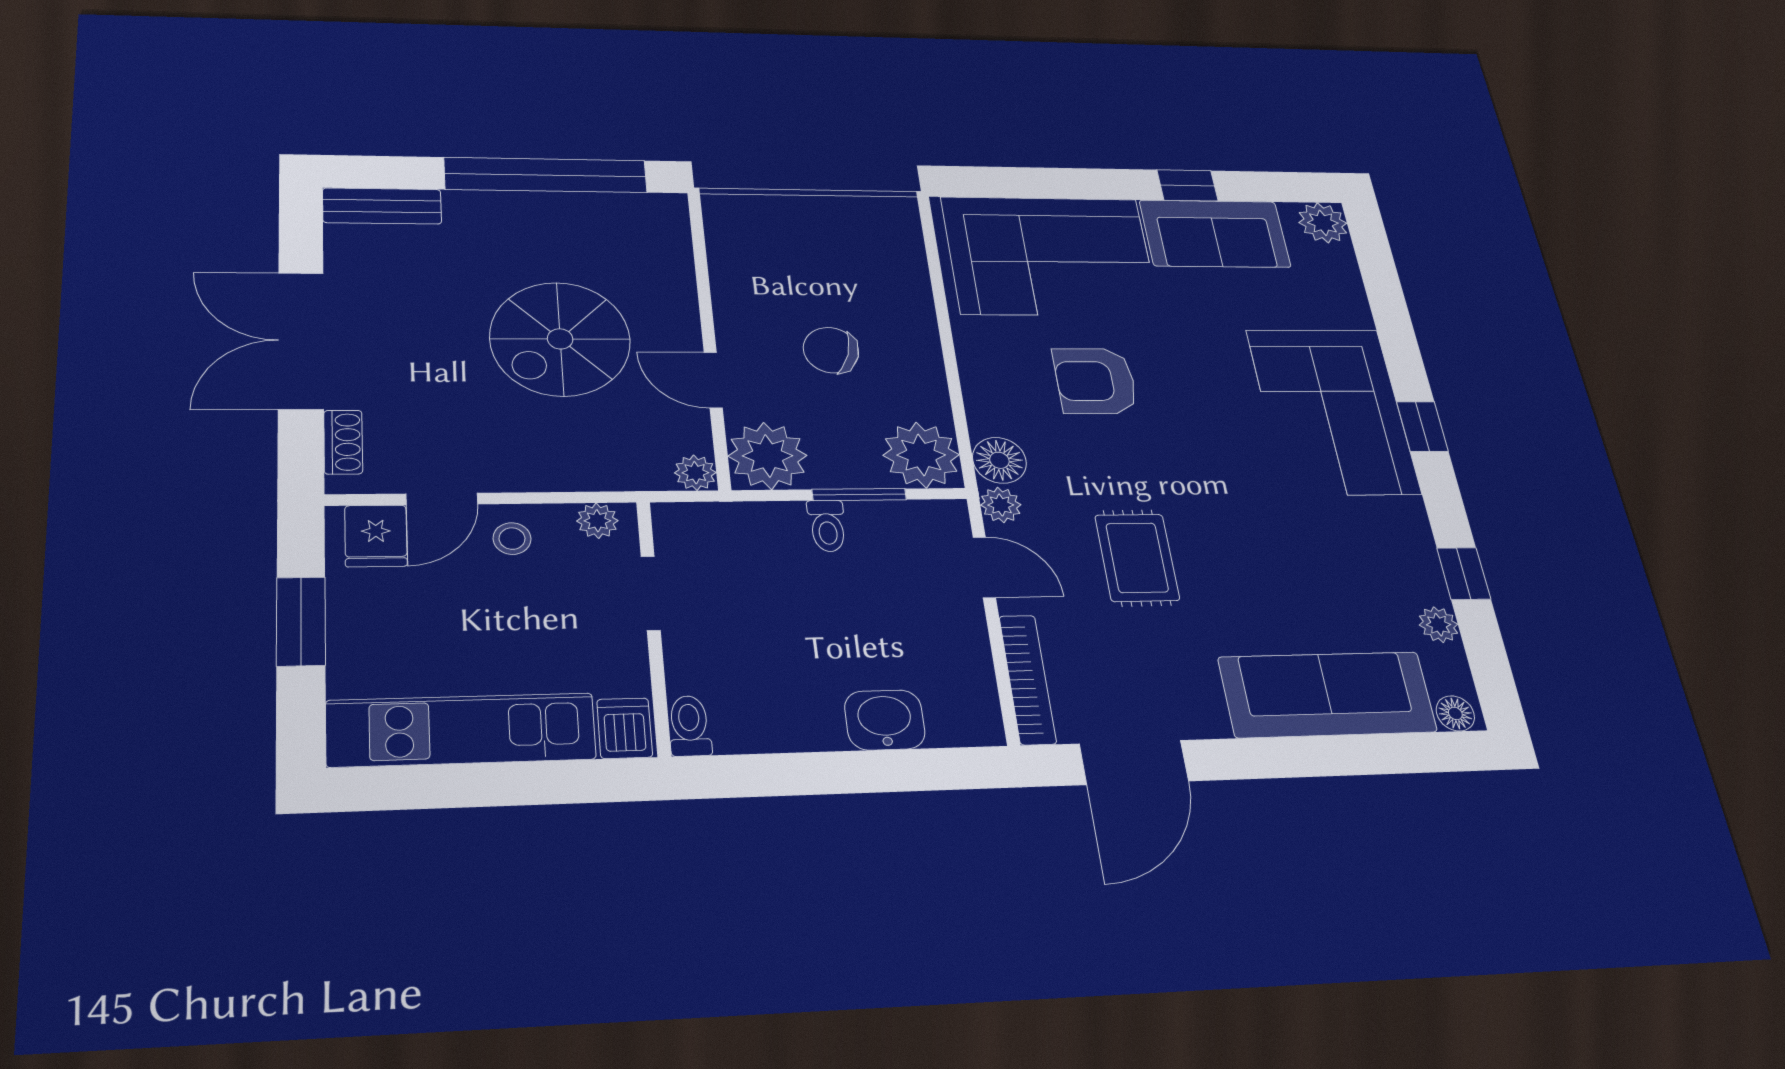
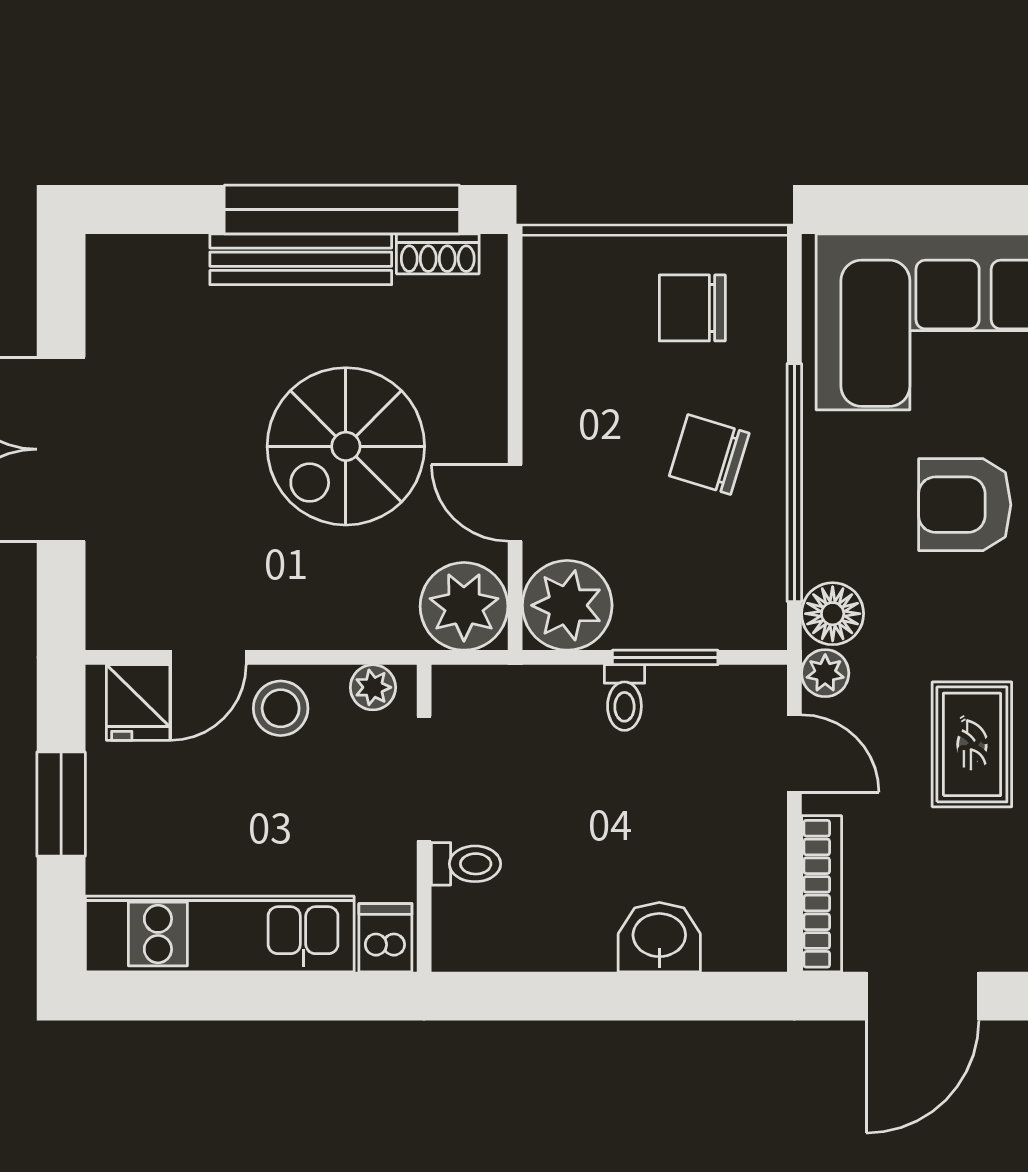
bench: (382, 206) -> (301, 259), moved, width x1.36
chair: (847, 245) -> (692, 308), added
chair: (831, 350) -> (709, 454), moved
window: (951, 365) -> (794, 483), added
shoe rack: (343, 442) -> (438, 254), moved, turned 90
plant: (921, 455) -> (743, 606), removed
plant: (695, 473) -> (464, 606), width x1.88, depth x1.88
stool: (512, 539) -> (281, 708), width x1.37, depth x1.37
doorway: (651, 593) -> (424, 779), width x1.38
toilet: (689, 726) -> (466, 864), moved, turned 90

